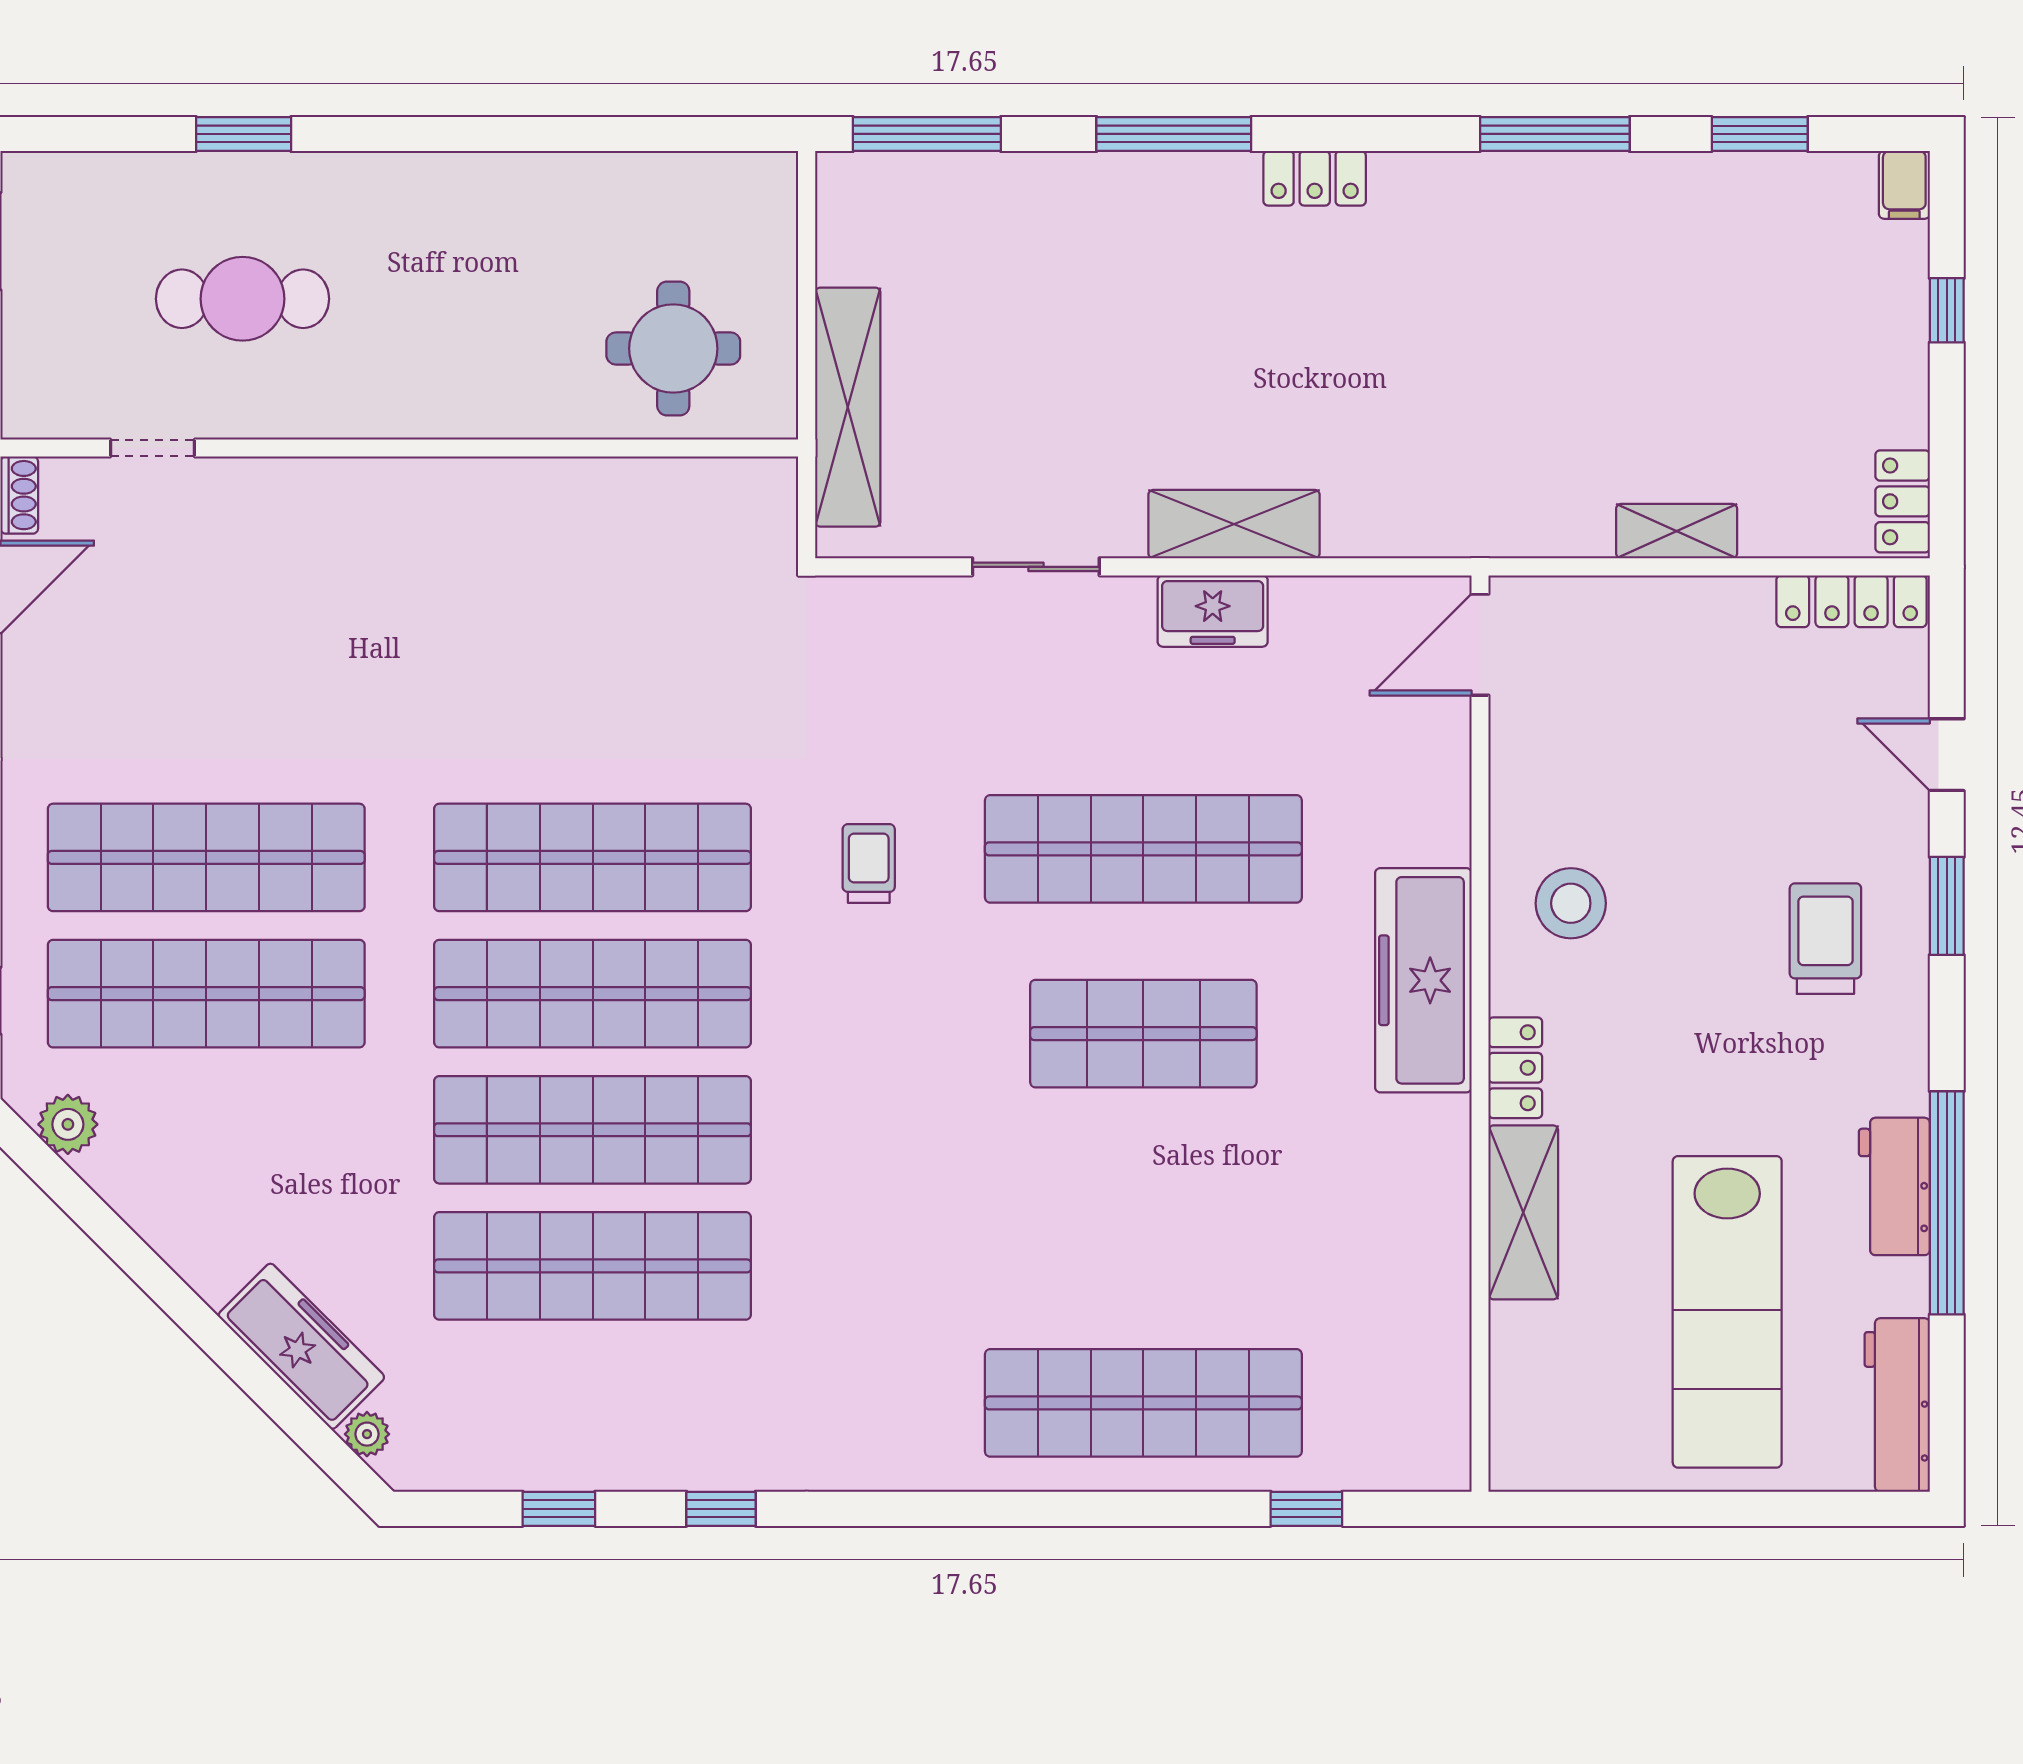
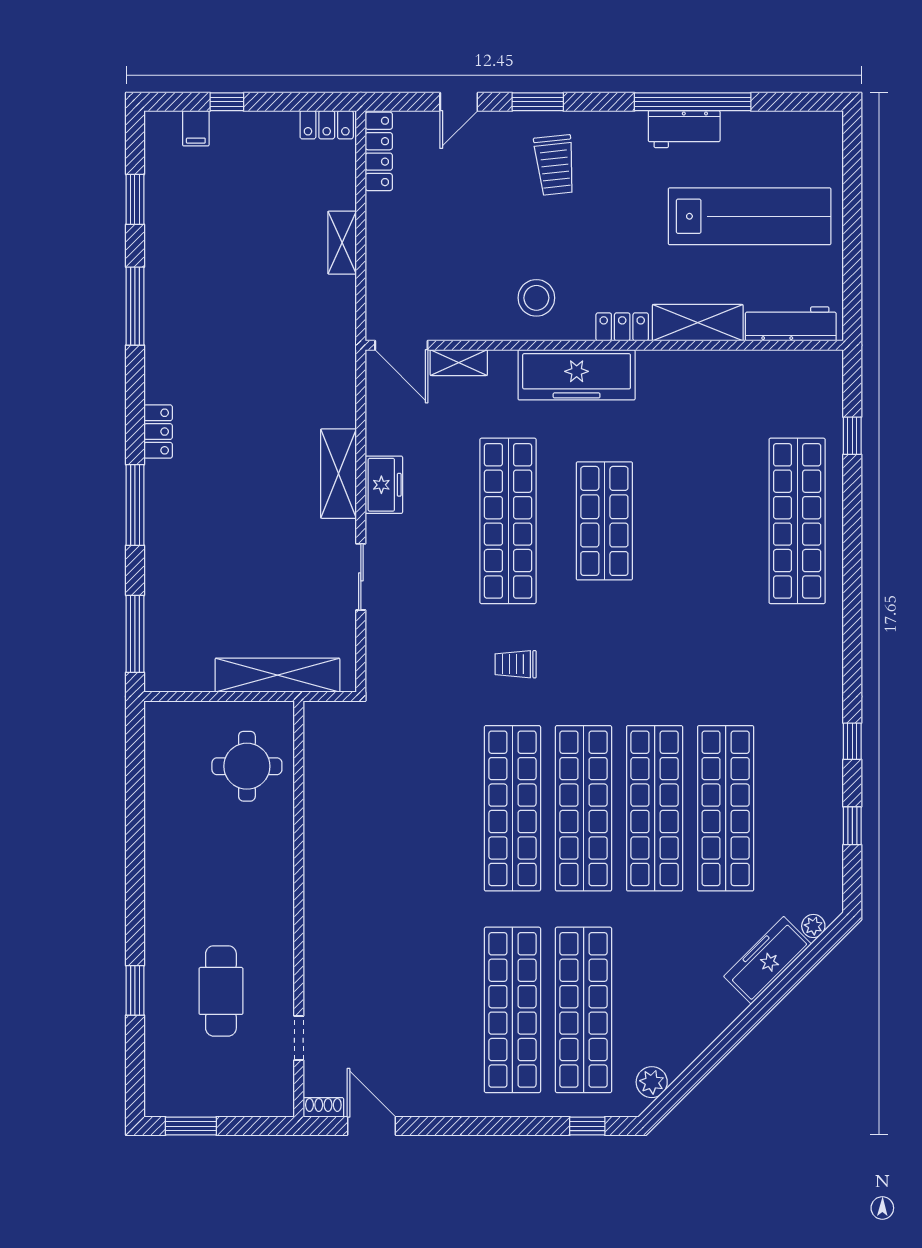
filing cabinet: (1904, 185) -> (196, 128), moved, turned 90
shelving: (1447, 755) -> (459, 363), added
trolley: (1825, 939) -> (555, 165), turned -96
workbench: (1897, 1405) -> (791, 324), moved, turned 180

